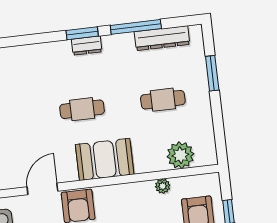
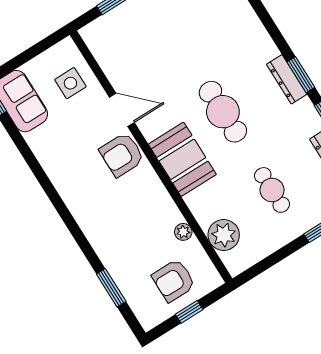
dresser: (87, 46) -> (287, 79), width x1.44
cafe table: (82, 109) -> (223, 112), width x1.37, depth x1.35

